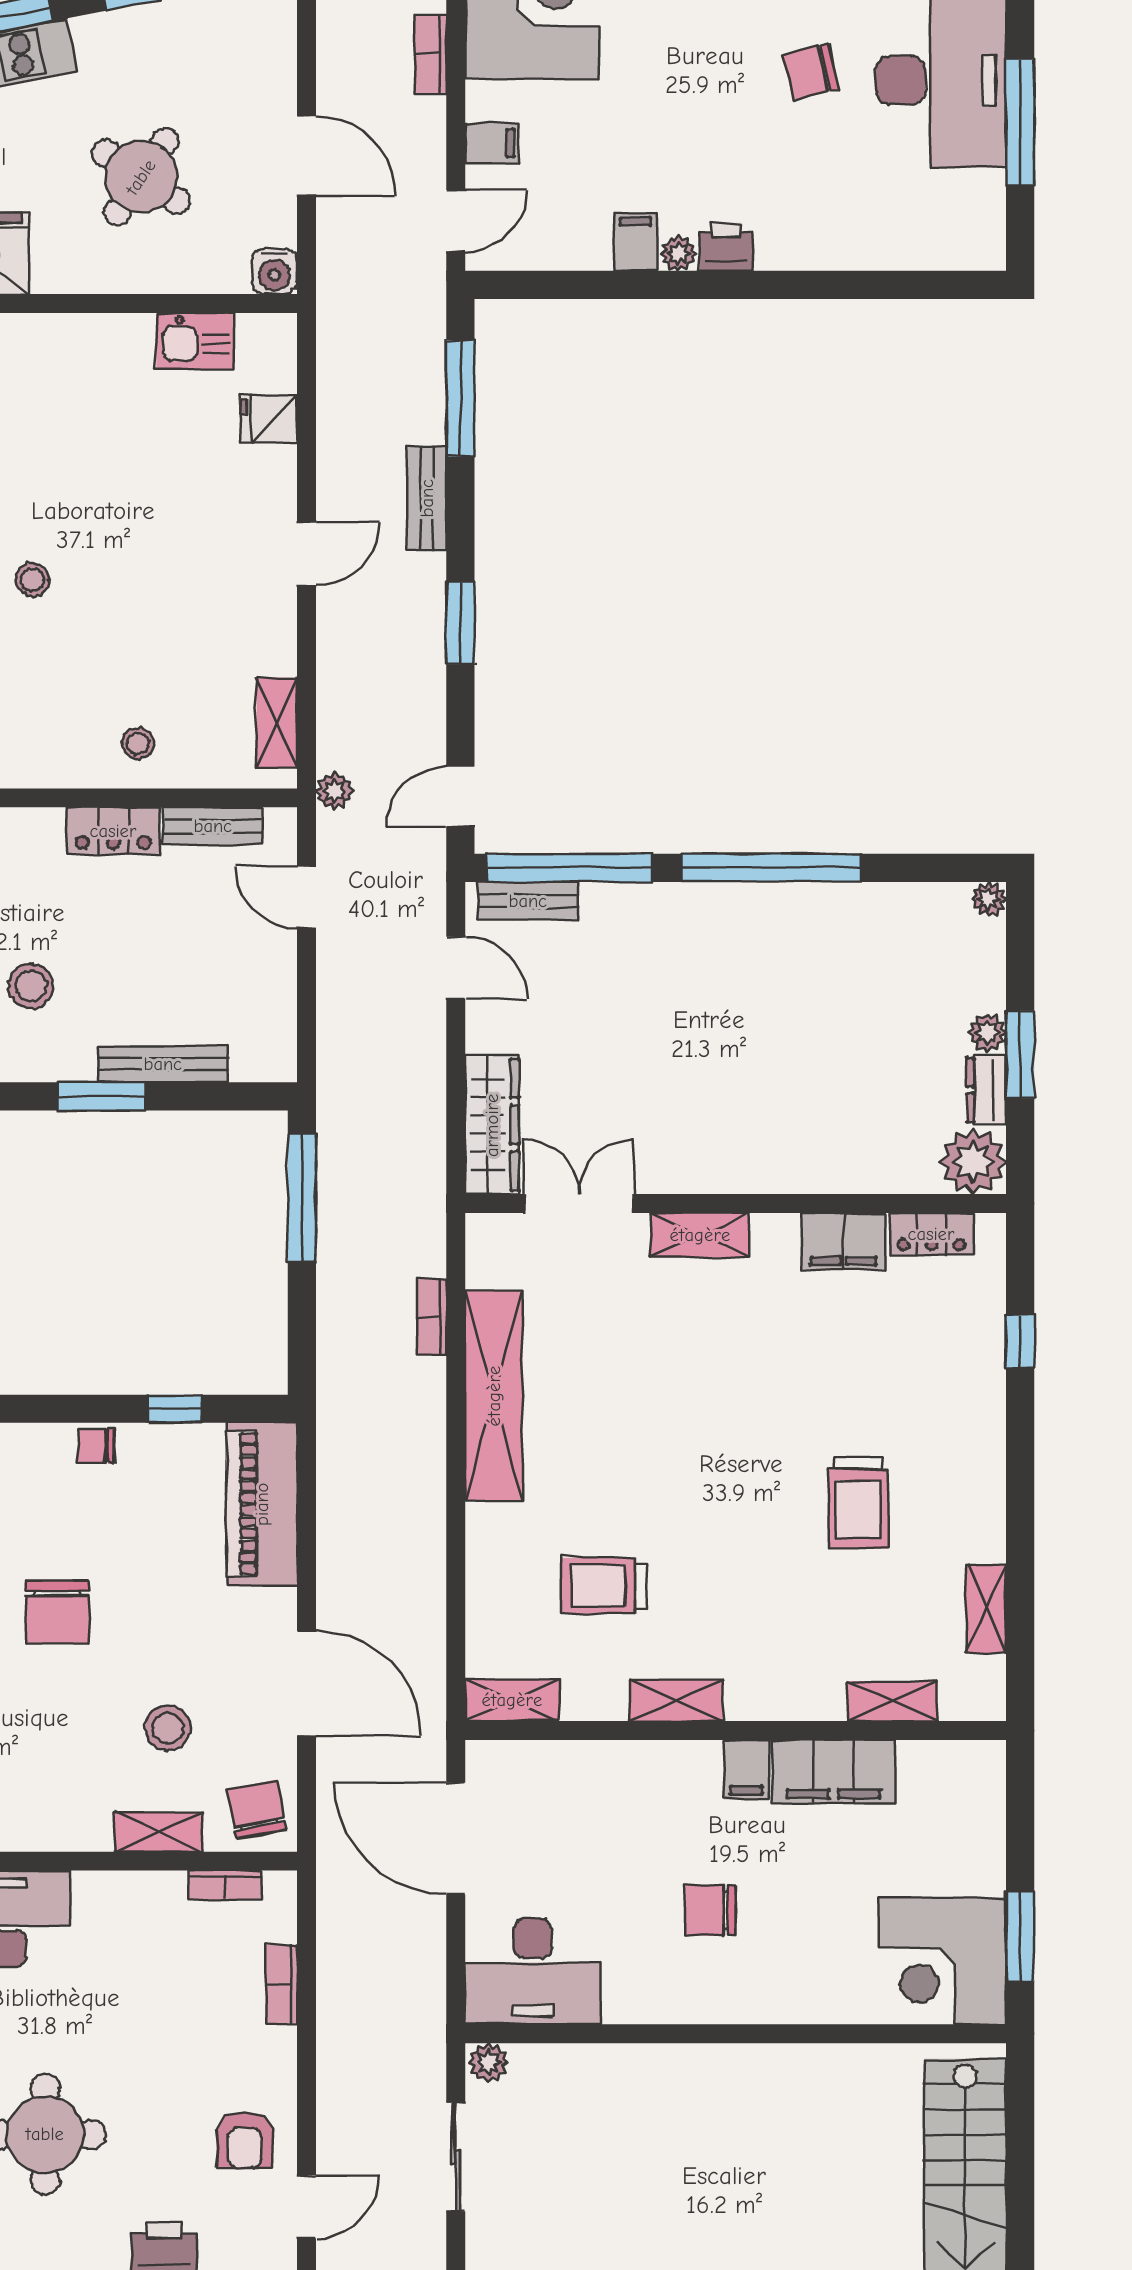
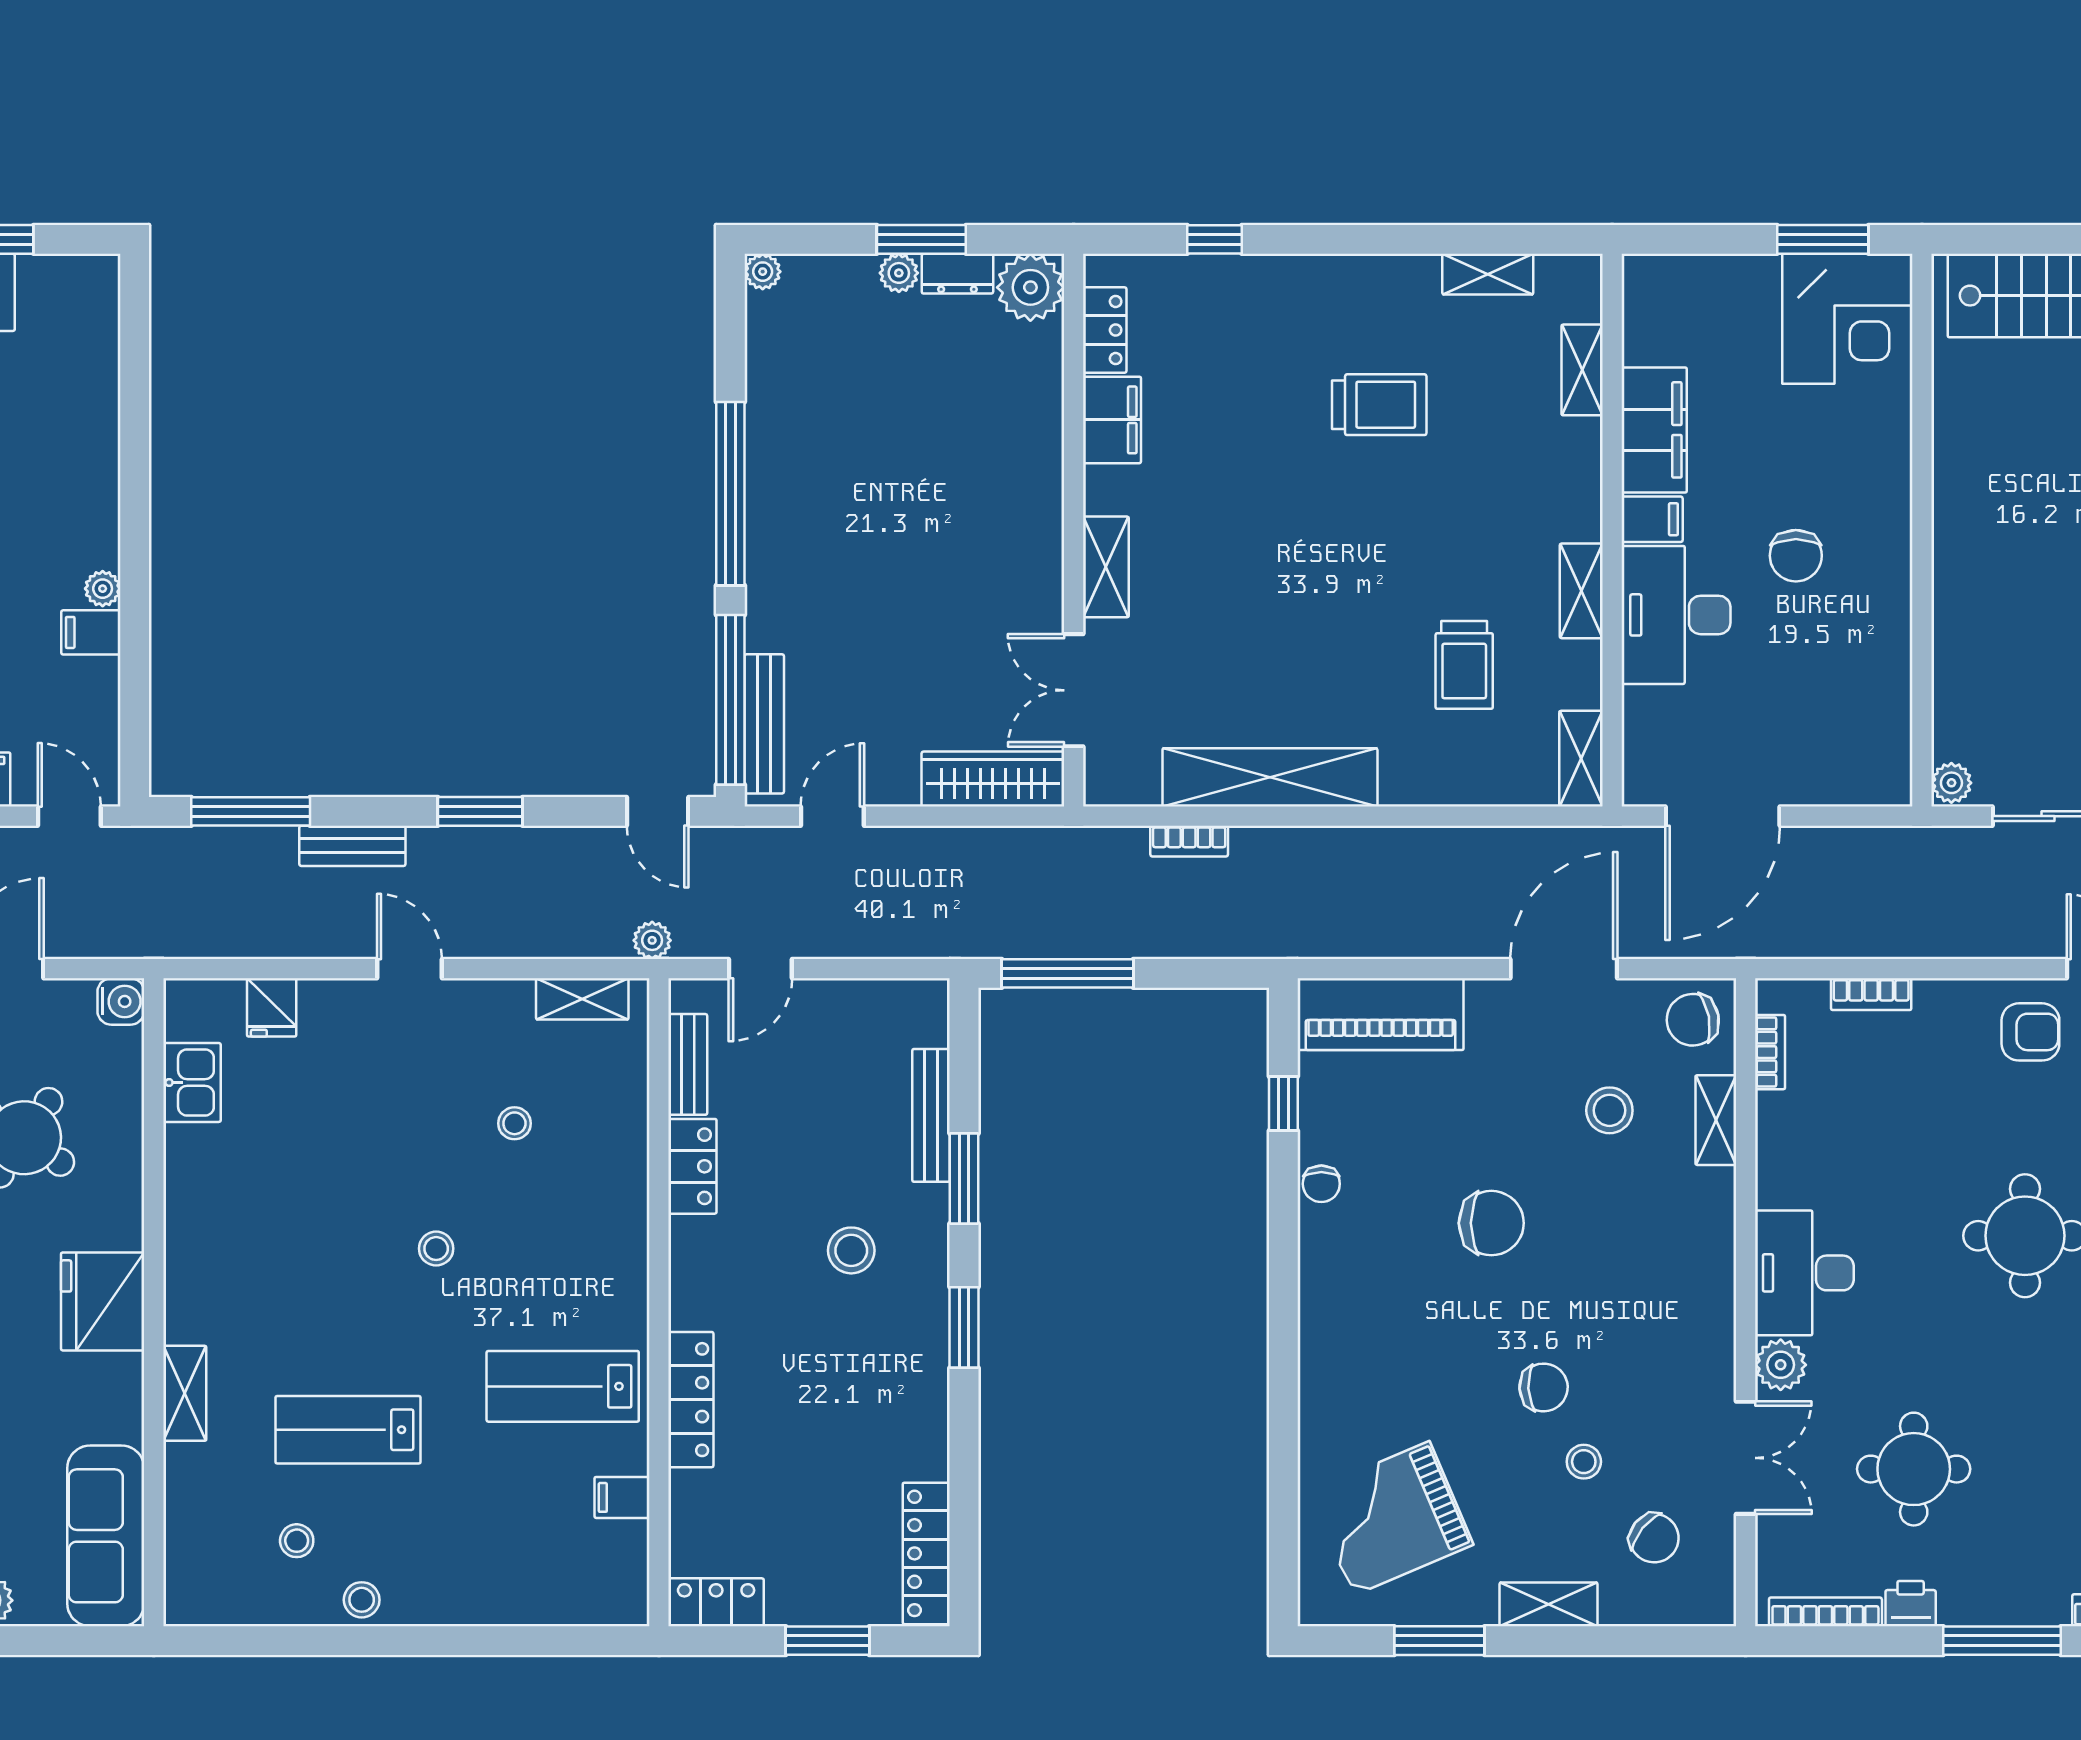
printer: (726, 247) -> (96, 540), removed
stool: (138, 744) -> (514, 1123), moved
bench: (528, 901) -> (764, 724), width x1.36
desk: (533, 1971) -> (1676, 615), moved, turned 180

